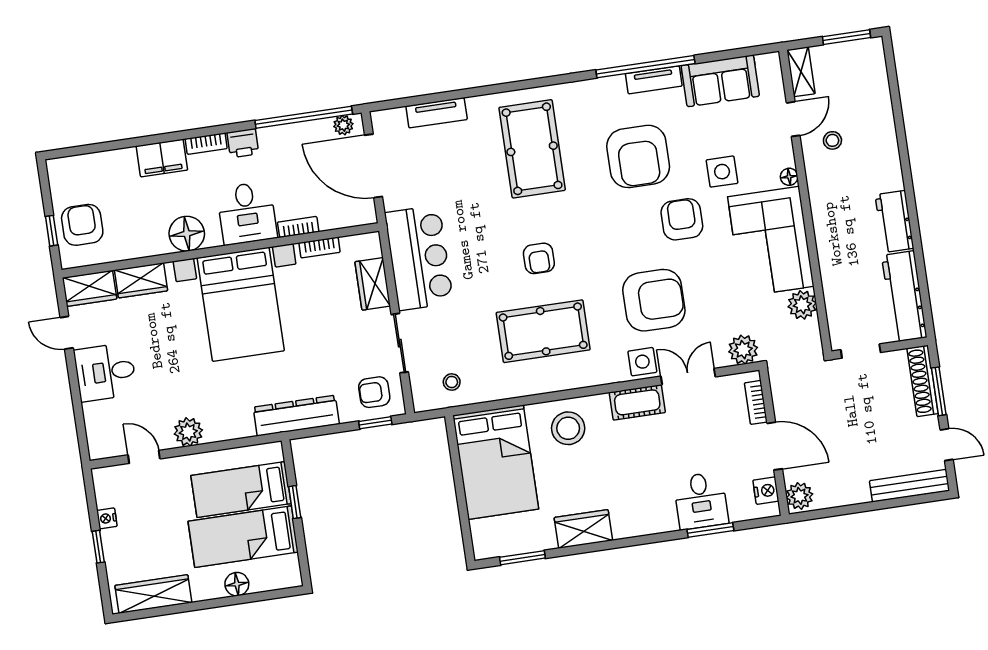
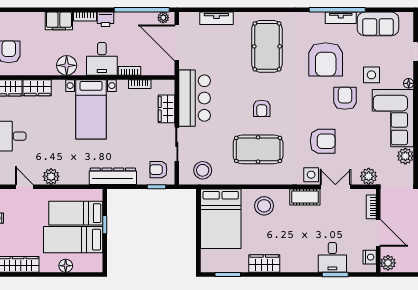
armchair: (654, 300) -> (323, 141), width x0.73, depth x0.73
bed with nightstands: (241, 304) -> (91, 109), width x0.73
stool: (452, 382) -> (203, 170), width x1.89, depth x1.89

